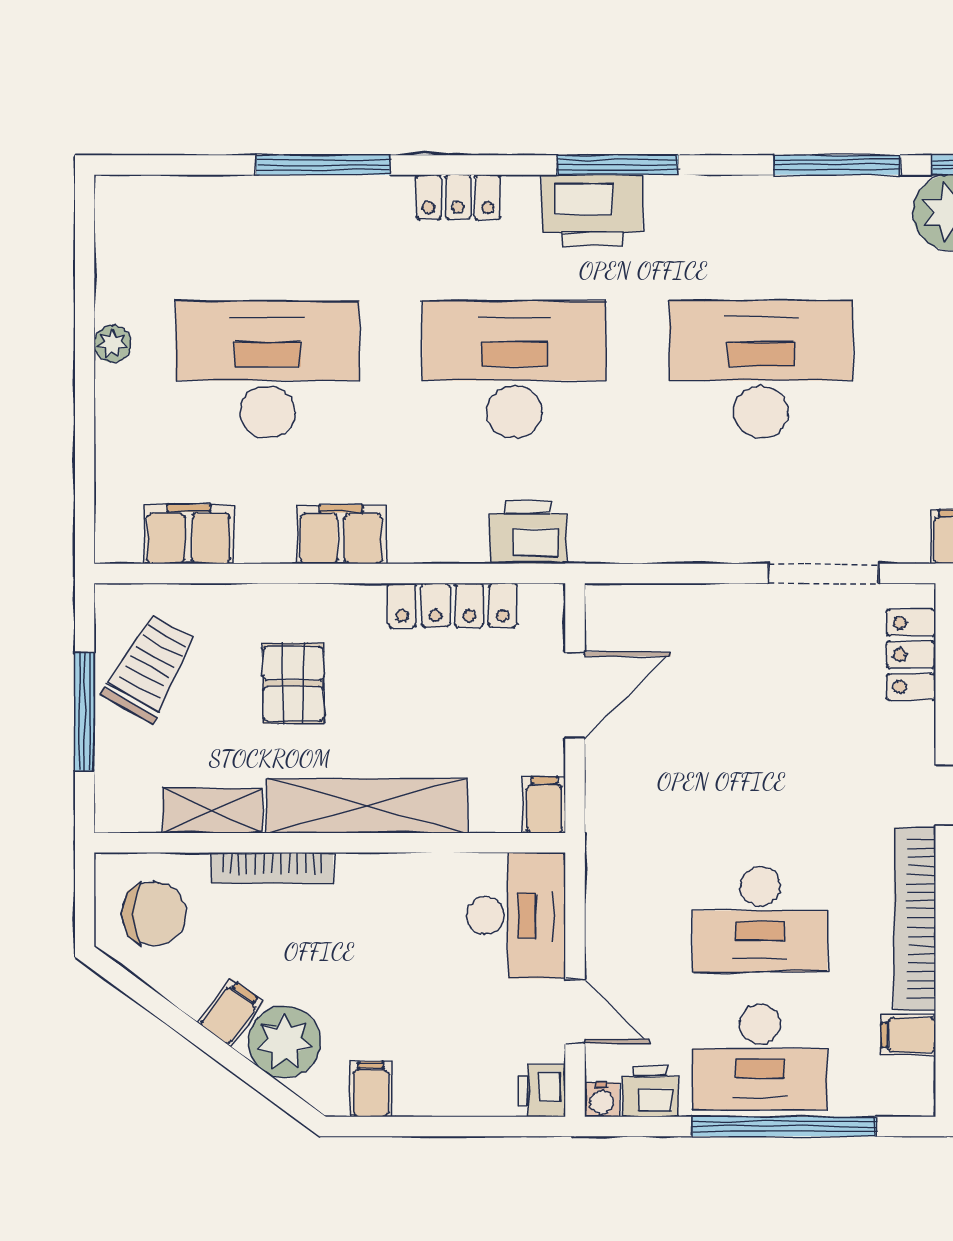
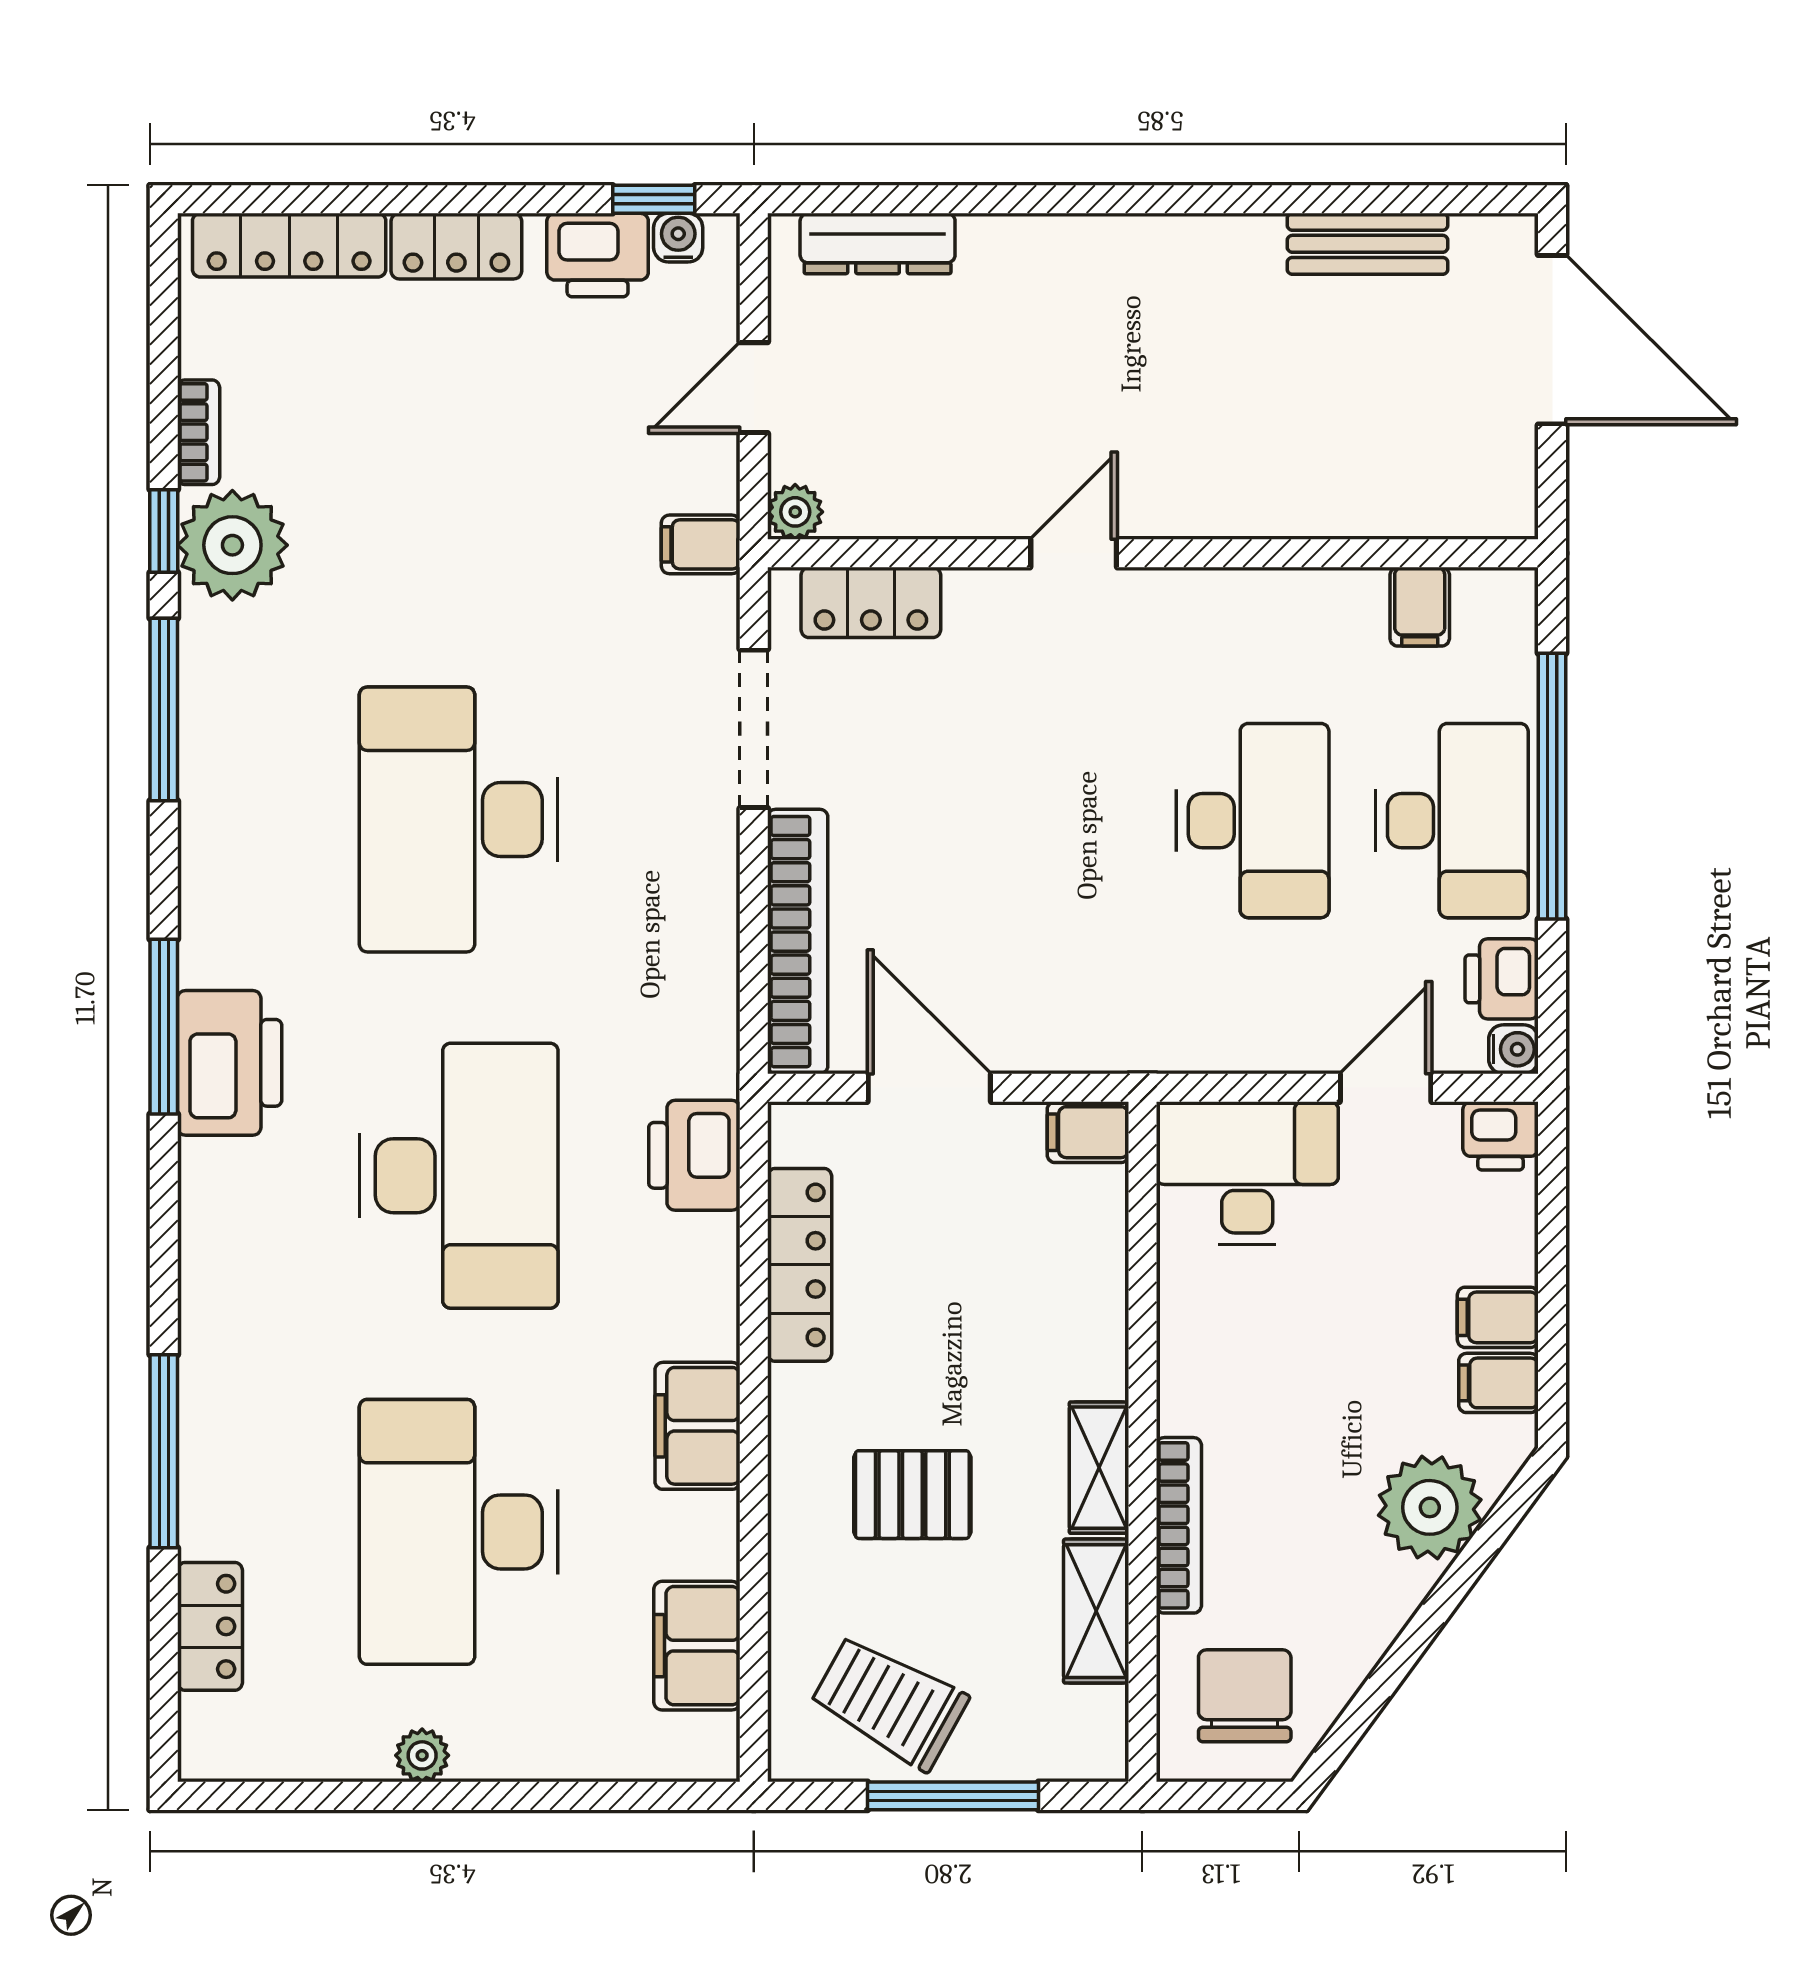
locker: (458, 197) -> (210, 1626), moved
desk: (514, 369) -> (459, 1176), turned 180
shelving: (367, 806) -> (1099, 1468), width x0.45, depth x0.75
bookcase: (915, 919) -> (798, 942), moved, turned -90
filing cabinet: (231, 1012) -> (1498, 1317), moved, turned -36

